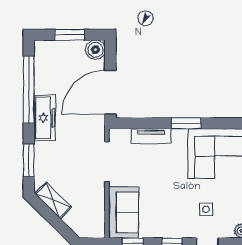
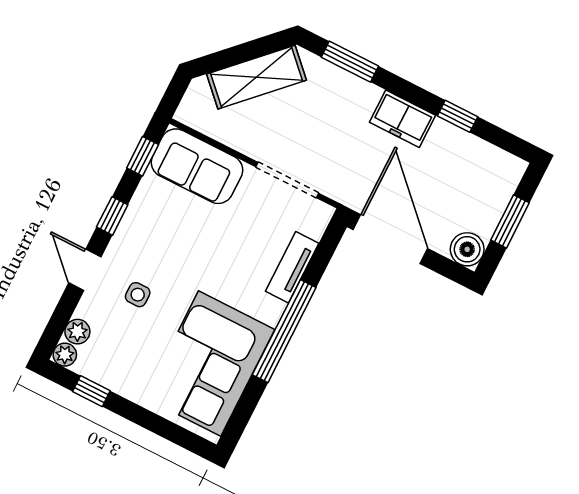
window: (29, 90) -> (458, 116), width x0.32
freezer: (45, 118) -> (402, 119), width x0.71
window: (186, 123) -> (284, 331), width x2.11
shelving: (53, 200) -> (256, 77), width x1.50, depth x1.33

